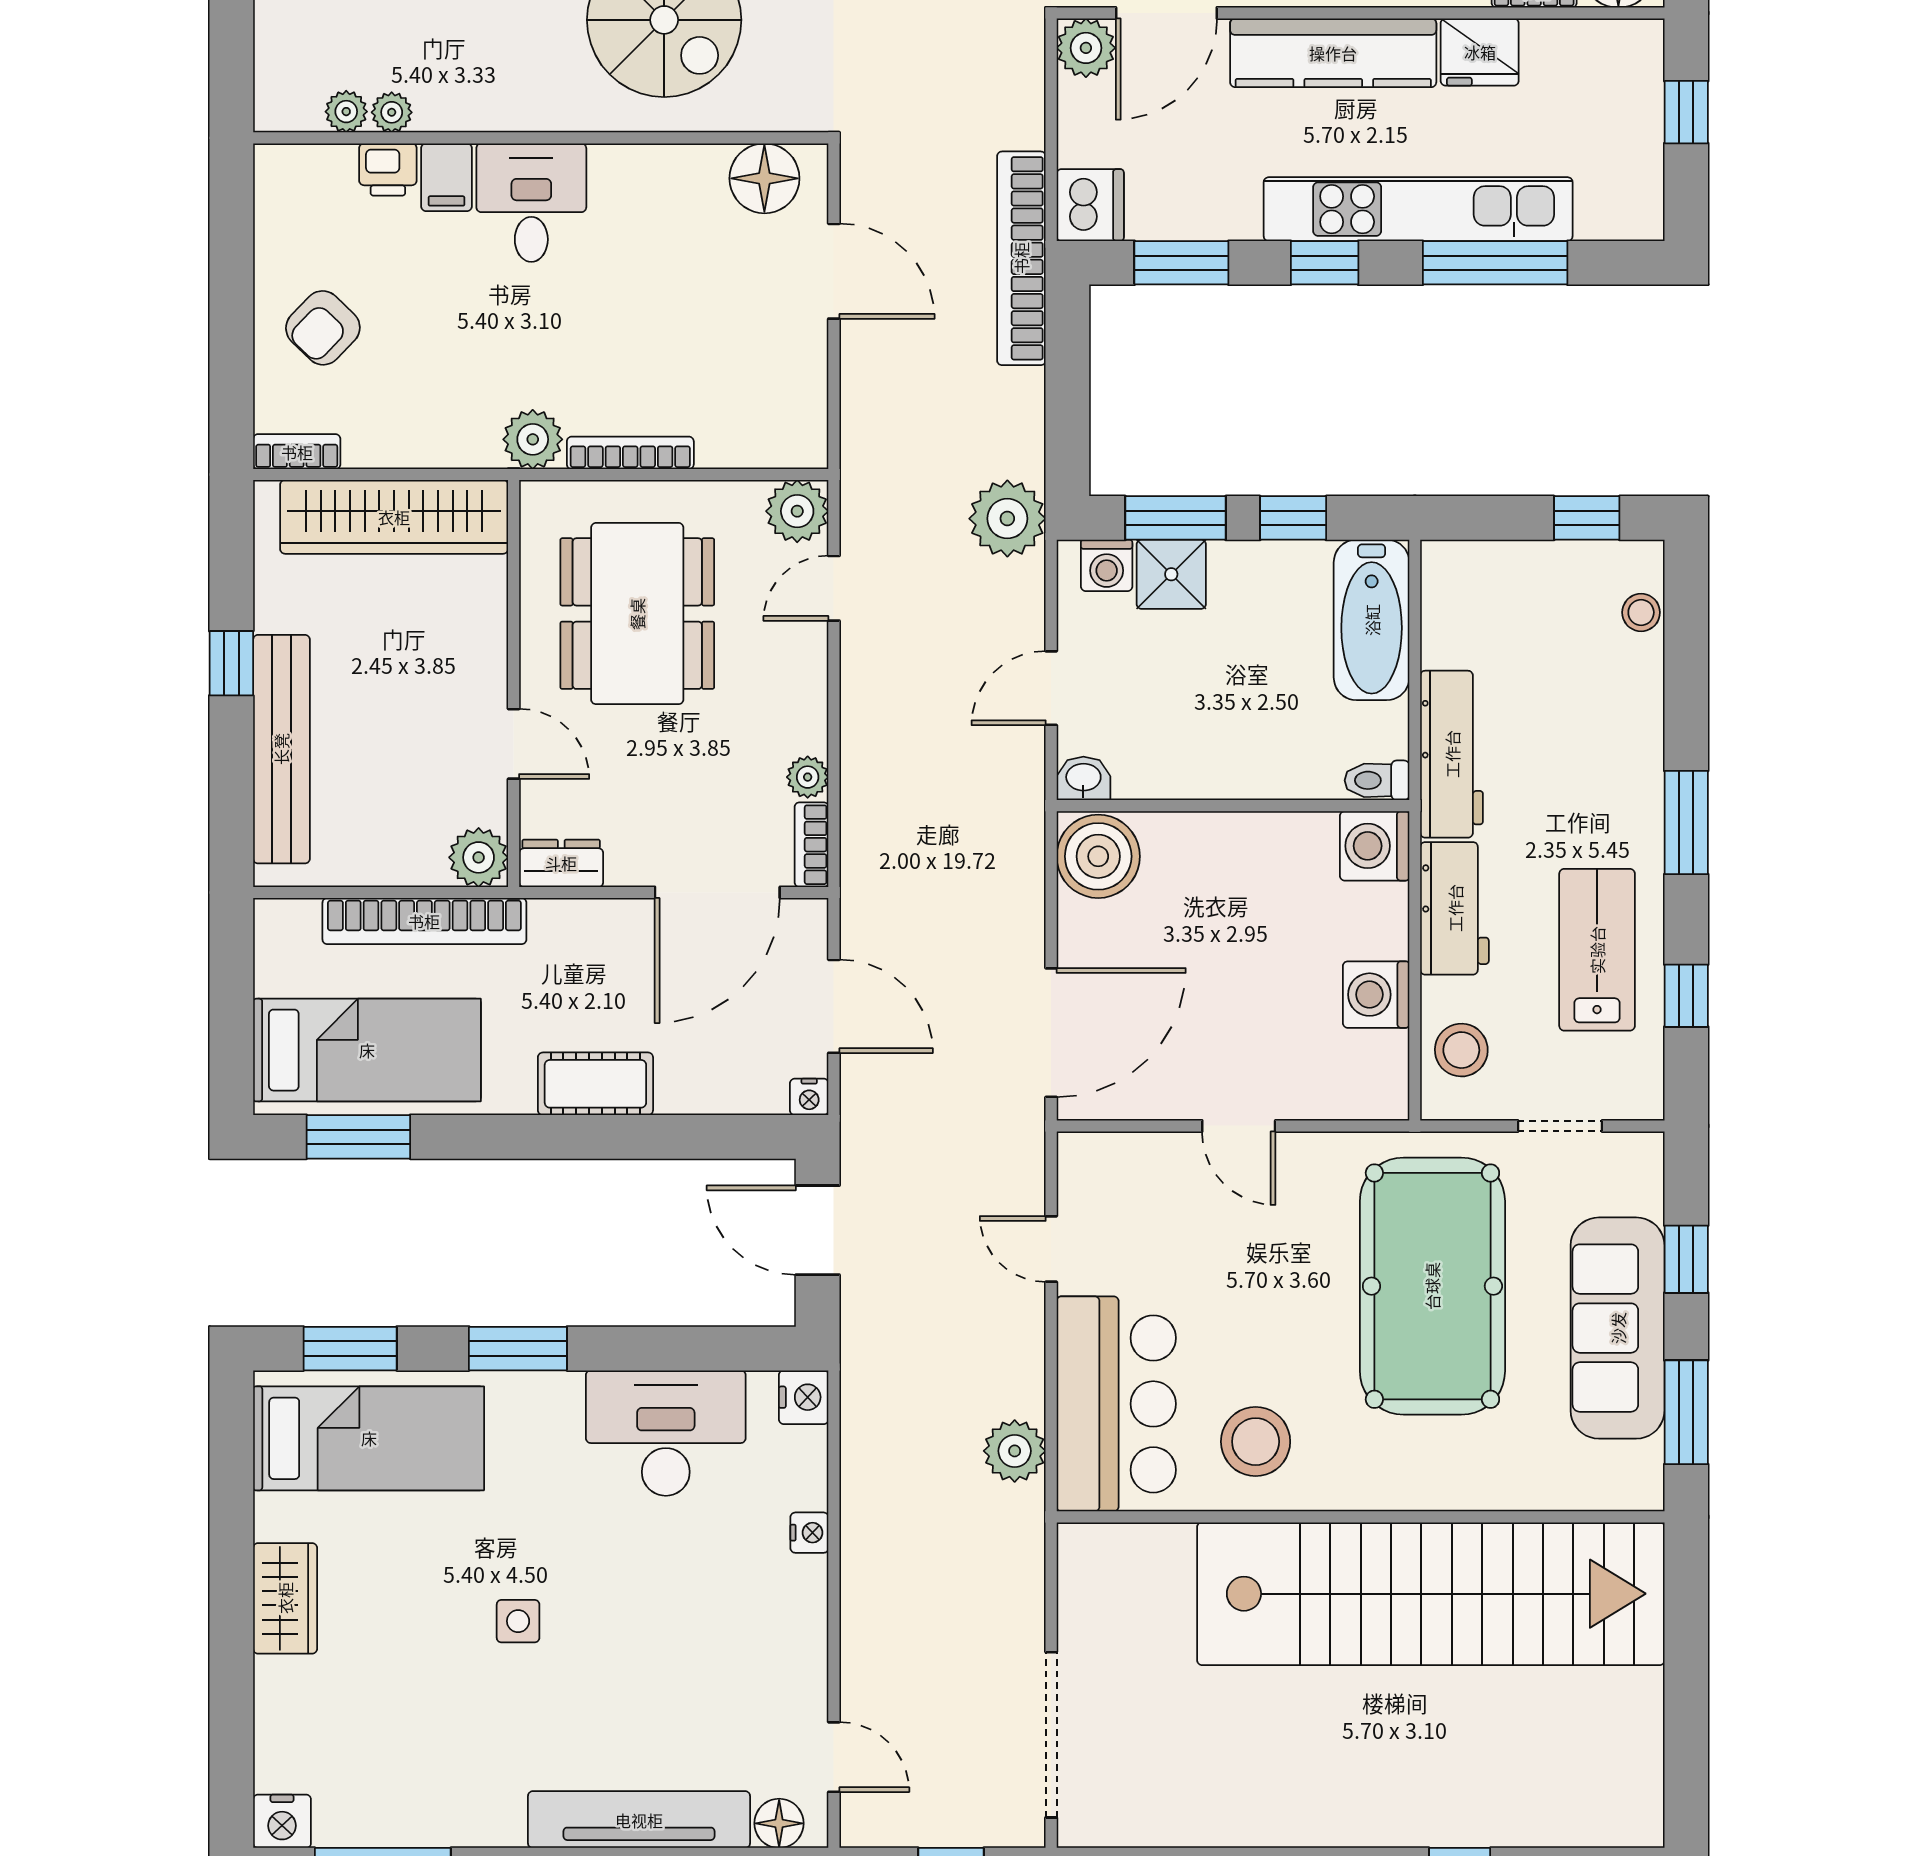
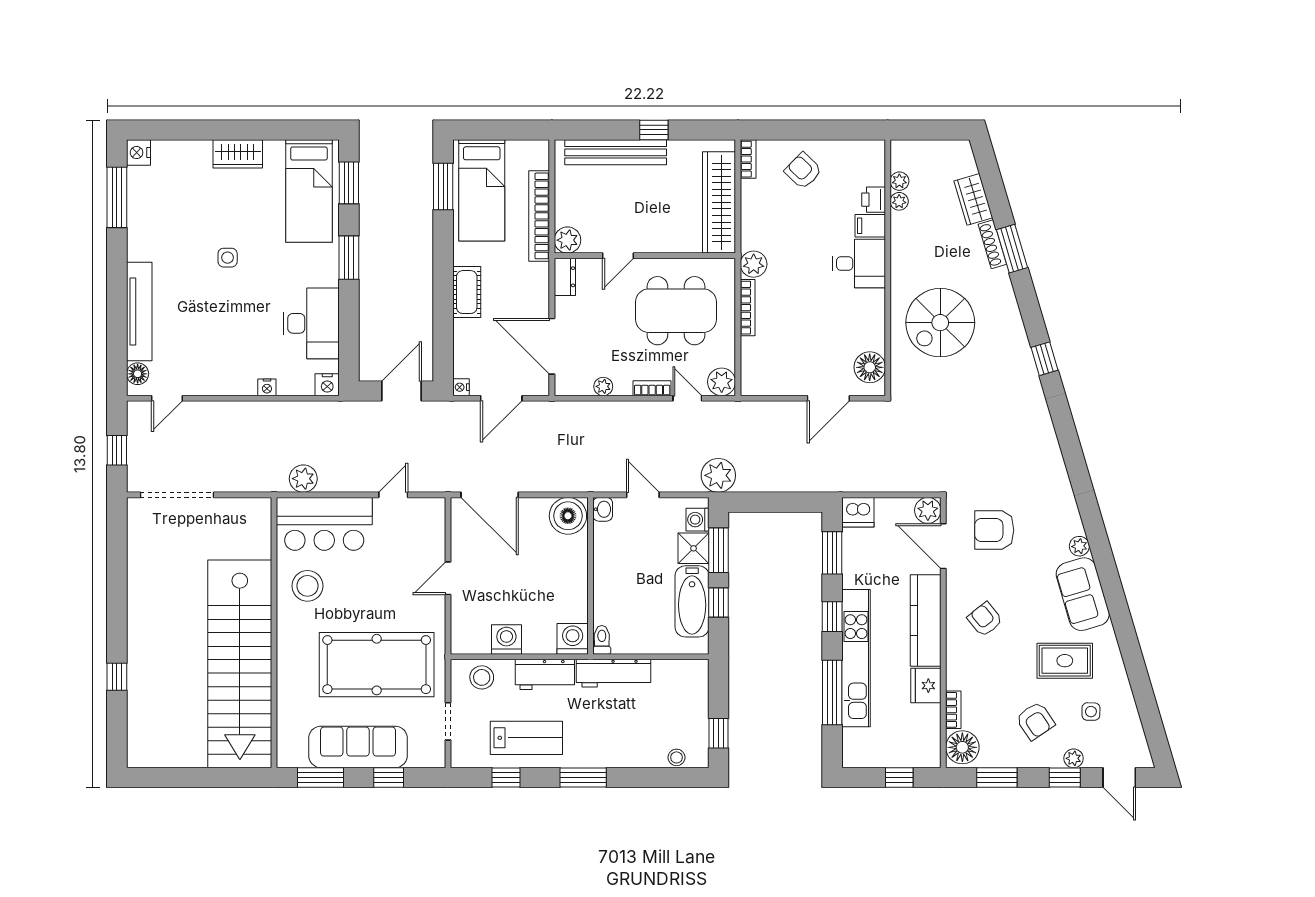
bookcase: (1021, 258) -> (834, 482), removed
bathtub: (1372, 620) -> (692, 601), moved, turned -90
bookcase: (812, 845) -> (652, 388), moved

